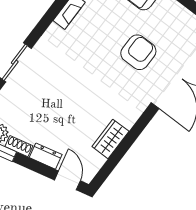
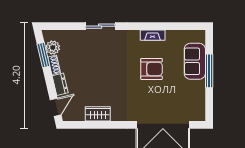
armchair: (138, 52) -> (152, 69), moved

